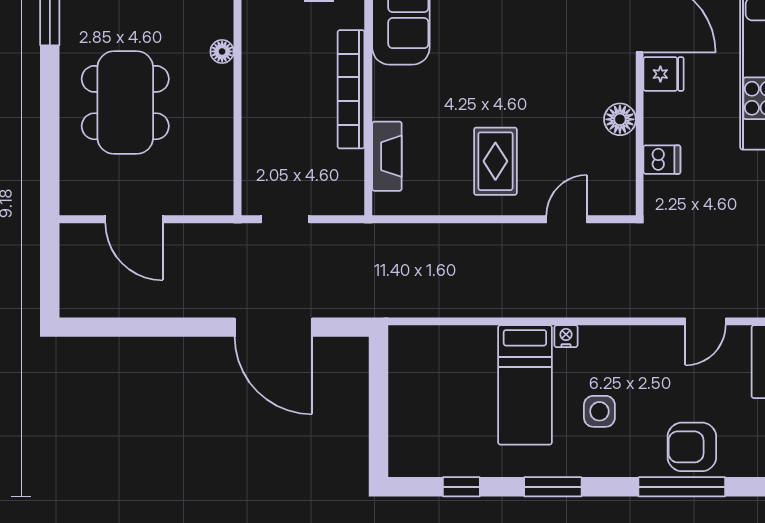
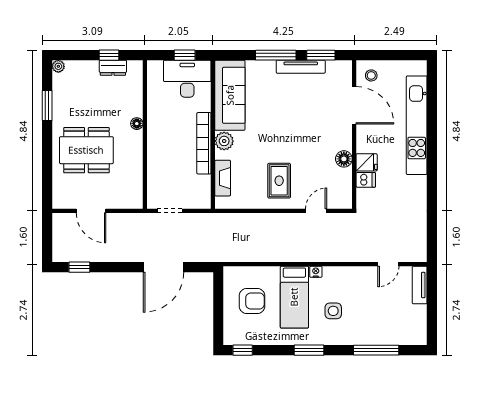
fridge: (664, 74) -> (367, 162), moved
plant: (390, 85) -> (224, 141), added
dining table: (125, 103) -> (86, 150), turned 90
window: (112, 327) -> (79, 267), added
door: (273, 327) -> (164, 267), hinge flipped
armchair: (692, 447) -> (252, 301), moved, turned 180
window: (461, 487) -> (243, 350), moved

